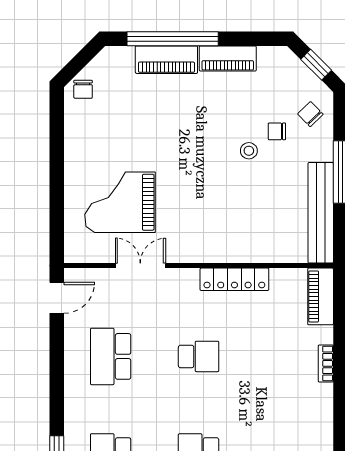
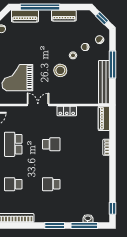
piano: (166, 60) -> (25, 16), moved
stool: (219, 186) -> (60, 70), added
double door: (140, 266) -> (38, 105), moved
locker: (234, 279) -> (67, 111), width x0.66

